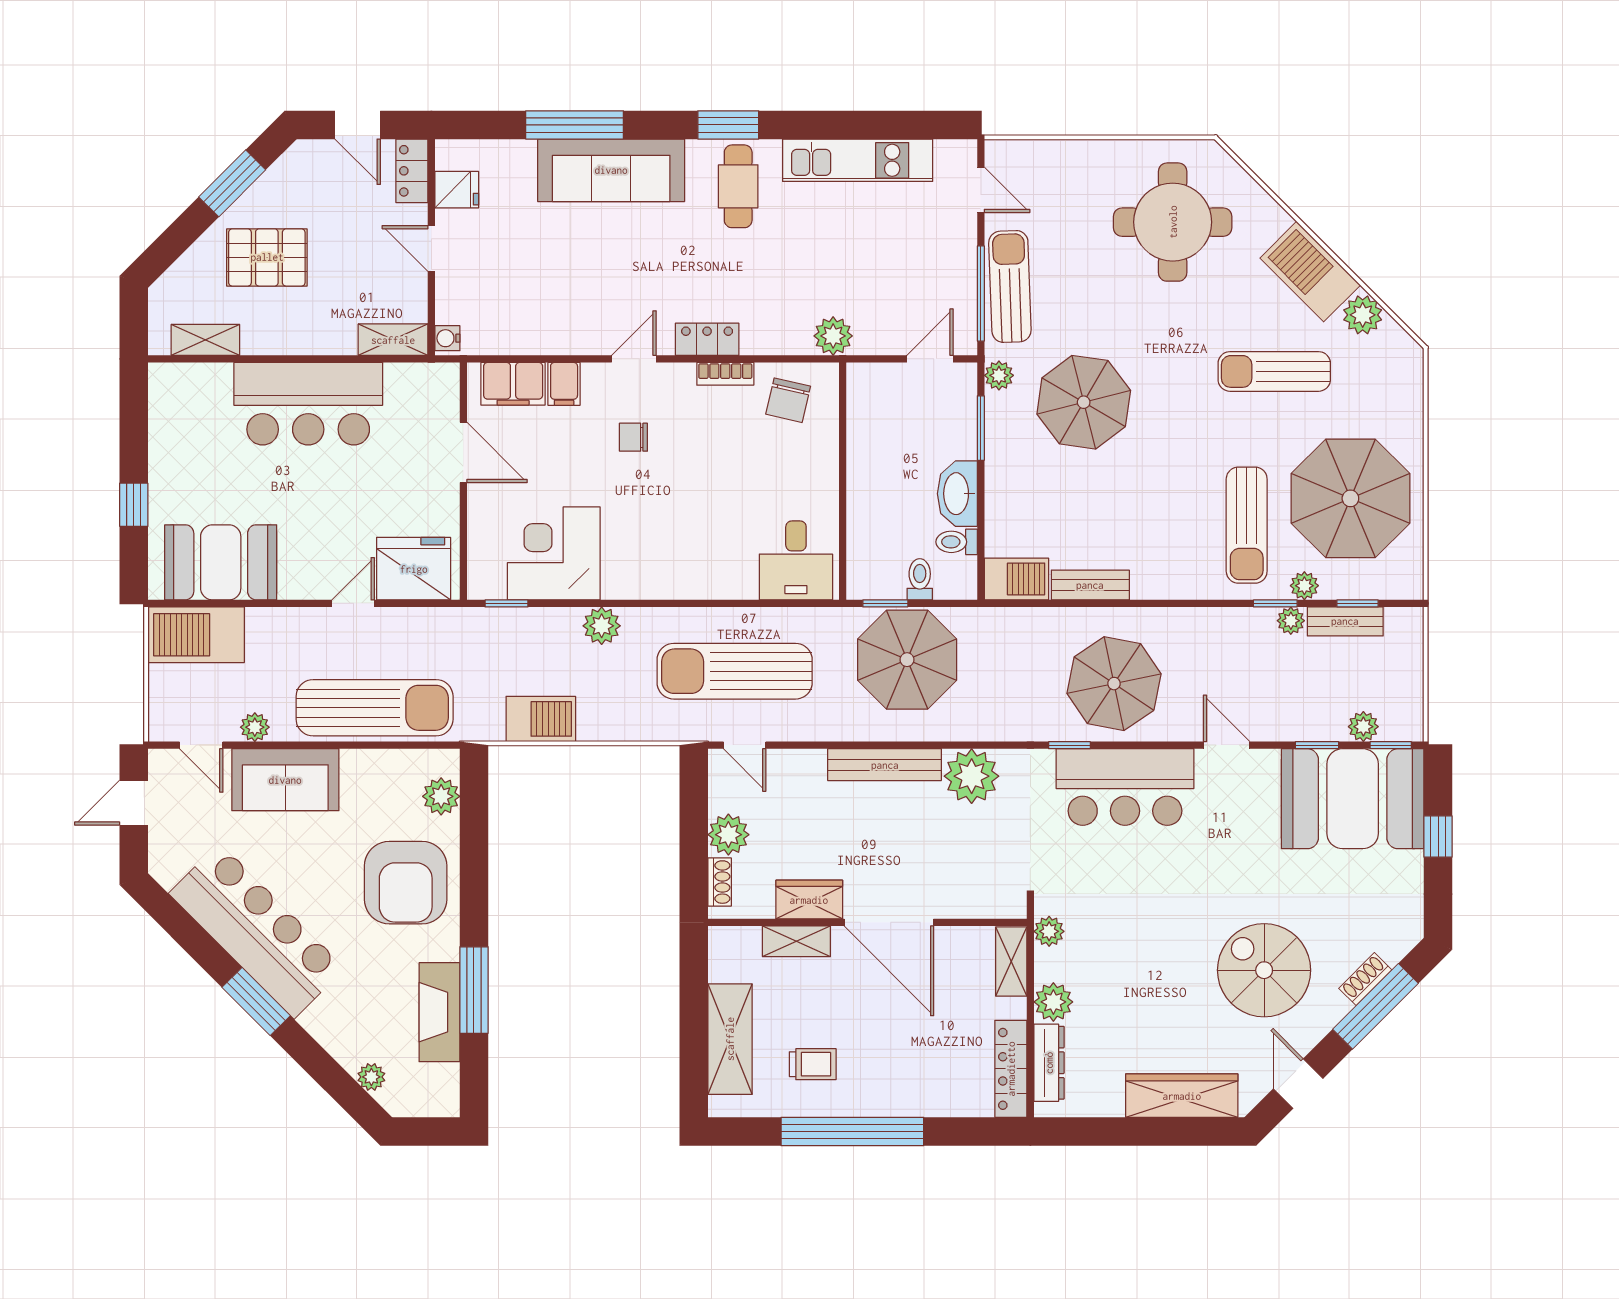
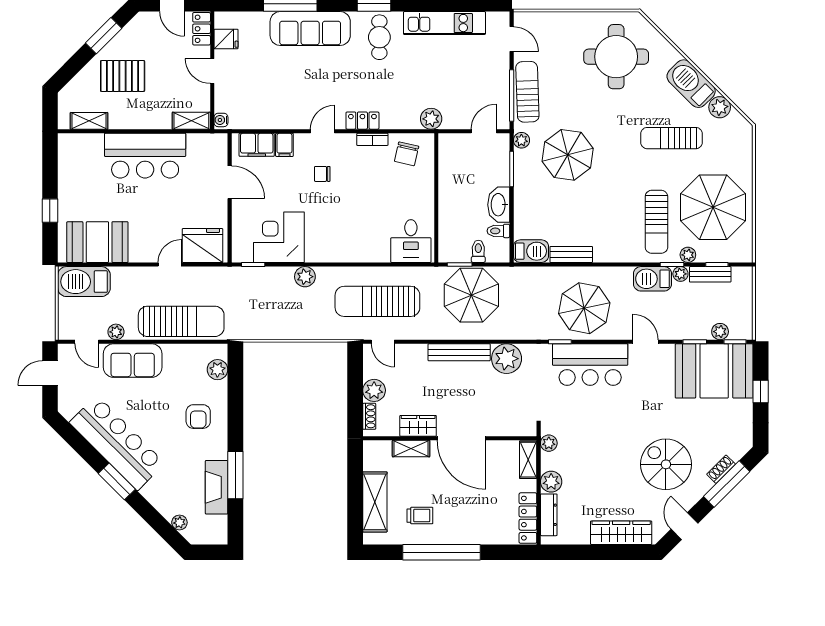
barbecue: (541, 719) -> (652, 279), moved, turned 180
armchair: (406, 883) -> (198, 417), width x0.53, depth x0.53

